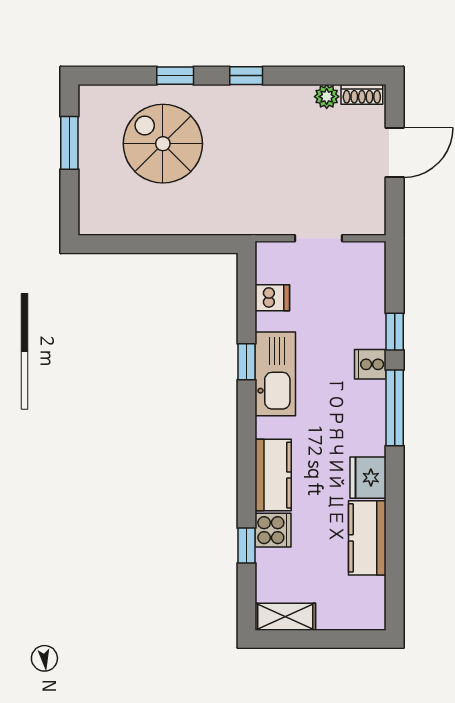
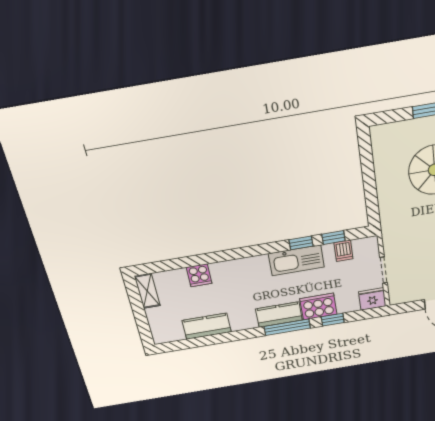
cooker: (370, 364) -> (318, 307), width x1.87, depth x1.31
kitchen counter: (273, 475) -> (279, 314), moved, turned 180
fridge: (368, 478) -> (372, 299), moved
window: (246, 546) -> (333, 237), moved

